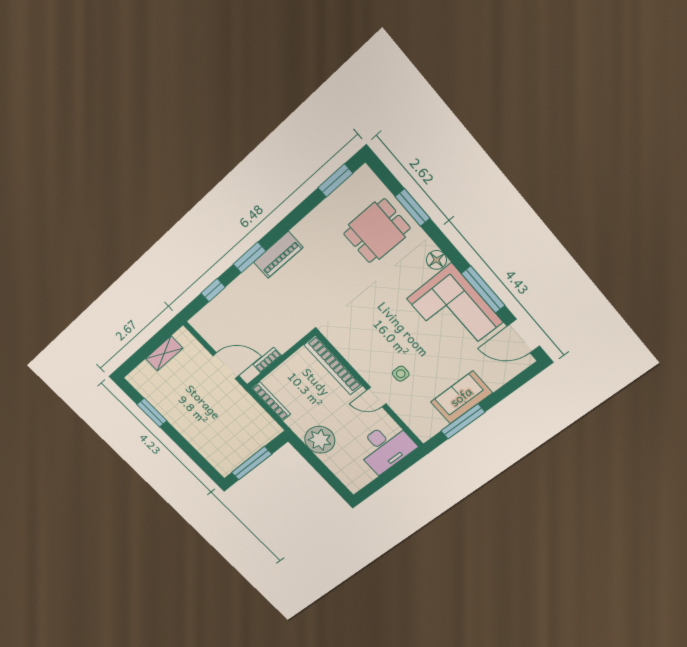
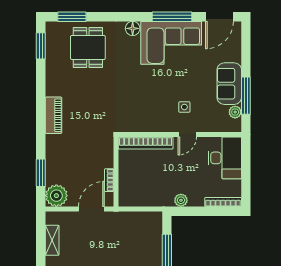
window: (413, 207) -> (72, 17), moved
window: (249, 258) -> (41, 133), removed
window: (213, 290) -> (41, 173), width x1.50
plant: (207, 323) -> (56, 196), added
bookcase: (271, 401) -> (223, 202), moved
plant: (438, 424) -> (235, 112), added
plant: (320, 440) -> (181, 200), width x0.53, depth x0.53

